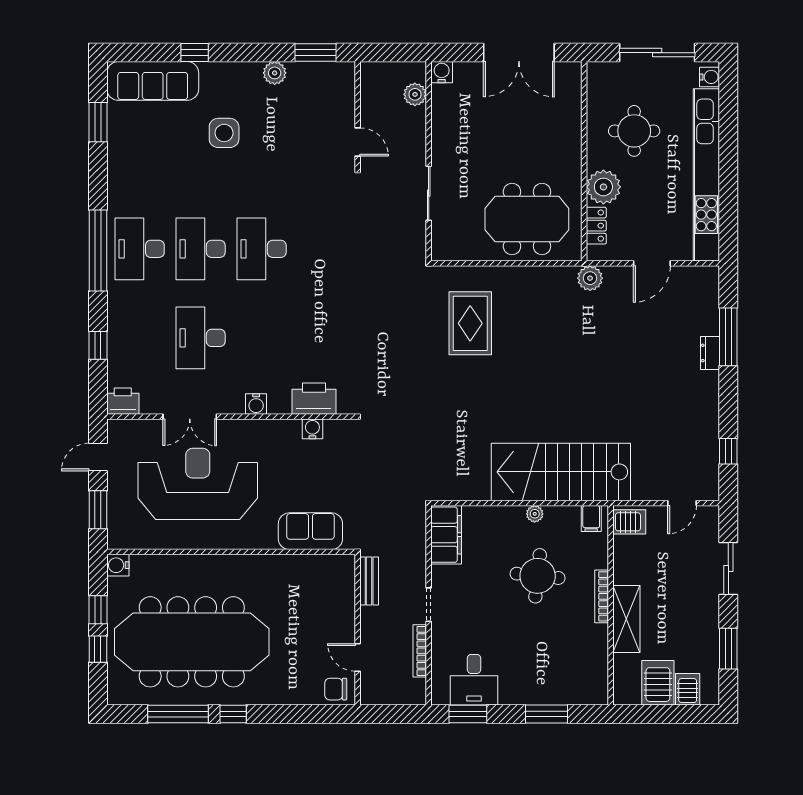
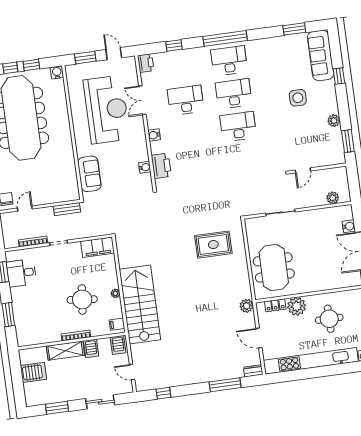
water cooler: (442, 72) -> (349, 226), moved
dresser: (710, 353) -> (253, 371), moved
server rack: (688, 689) -> (91, 348), moved, turned 90

